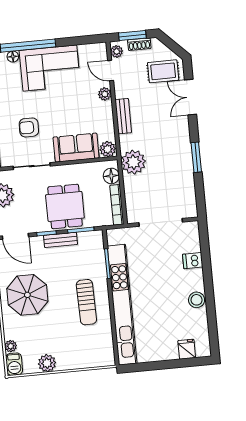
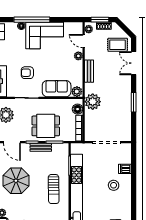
dining table: (65, 206) -> (46, 126), turned 90
stool: (197, 300) -> (114, 185), moved

